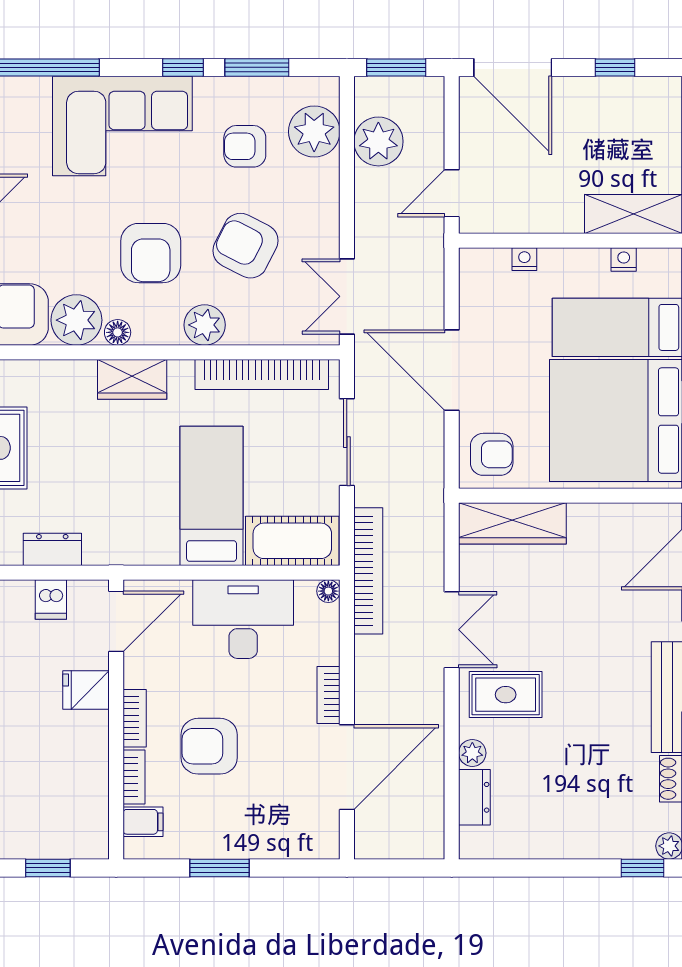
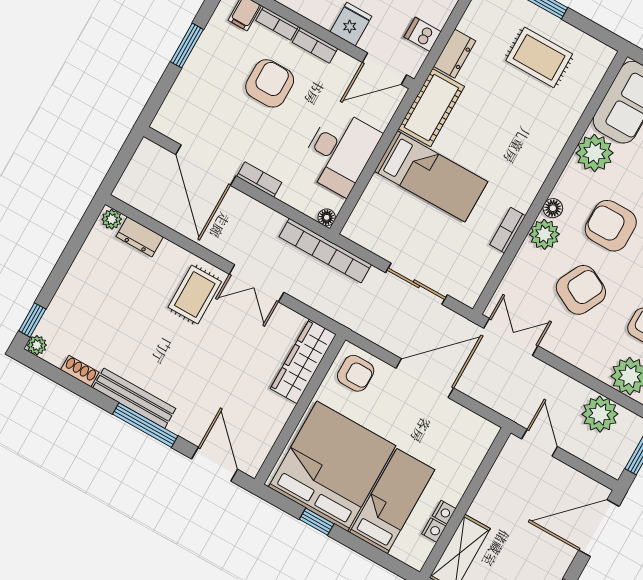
nightstand: (524, 259) -> (444, 512), moved
floor lamp: (118, 332) -> (553, 208), moved
bookcase: (262, 375) -> (508, 230), width x0.43, depth x0.76
wardrobe: (132, 379) -> (536, 167), removed
armchair: (492, 454) -> (356, 373), turned -90
cot: (292, 541) -> (431, 108), moved
door: (116, 621) -> (385, 69), hinge flipped
plant: (472, 753) -> (112, 219), moved

